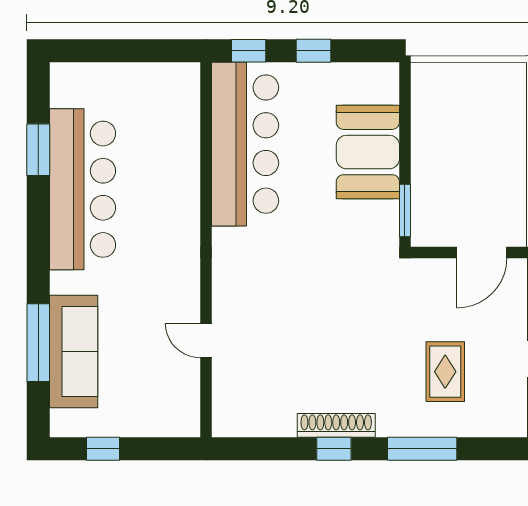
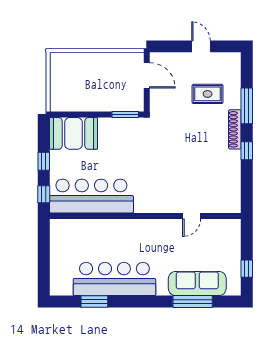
booth: (368, 152) -> (73, 133), moved
shoe rack: (336, 425) -> (235, 129), moved

